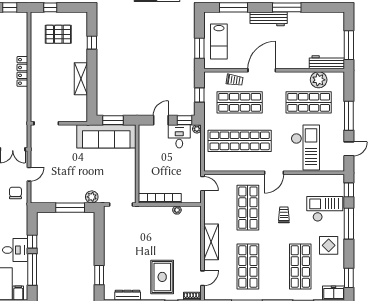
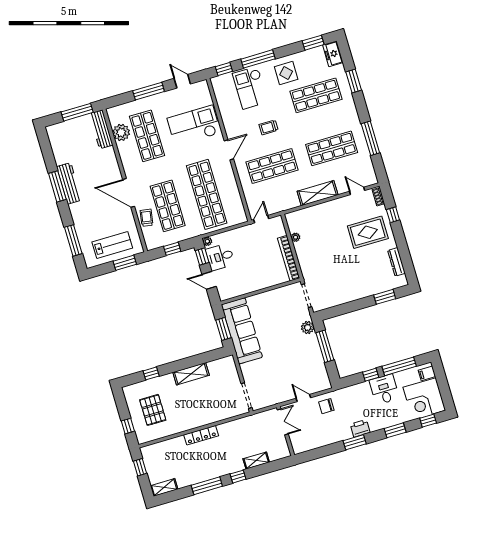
workbench: (269, 19) -> (69, 183), moved
door: (274, 173) -> (229, 150), hinge flipped

